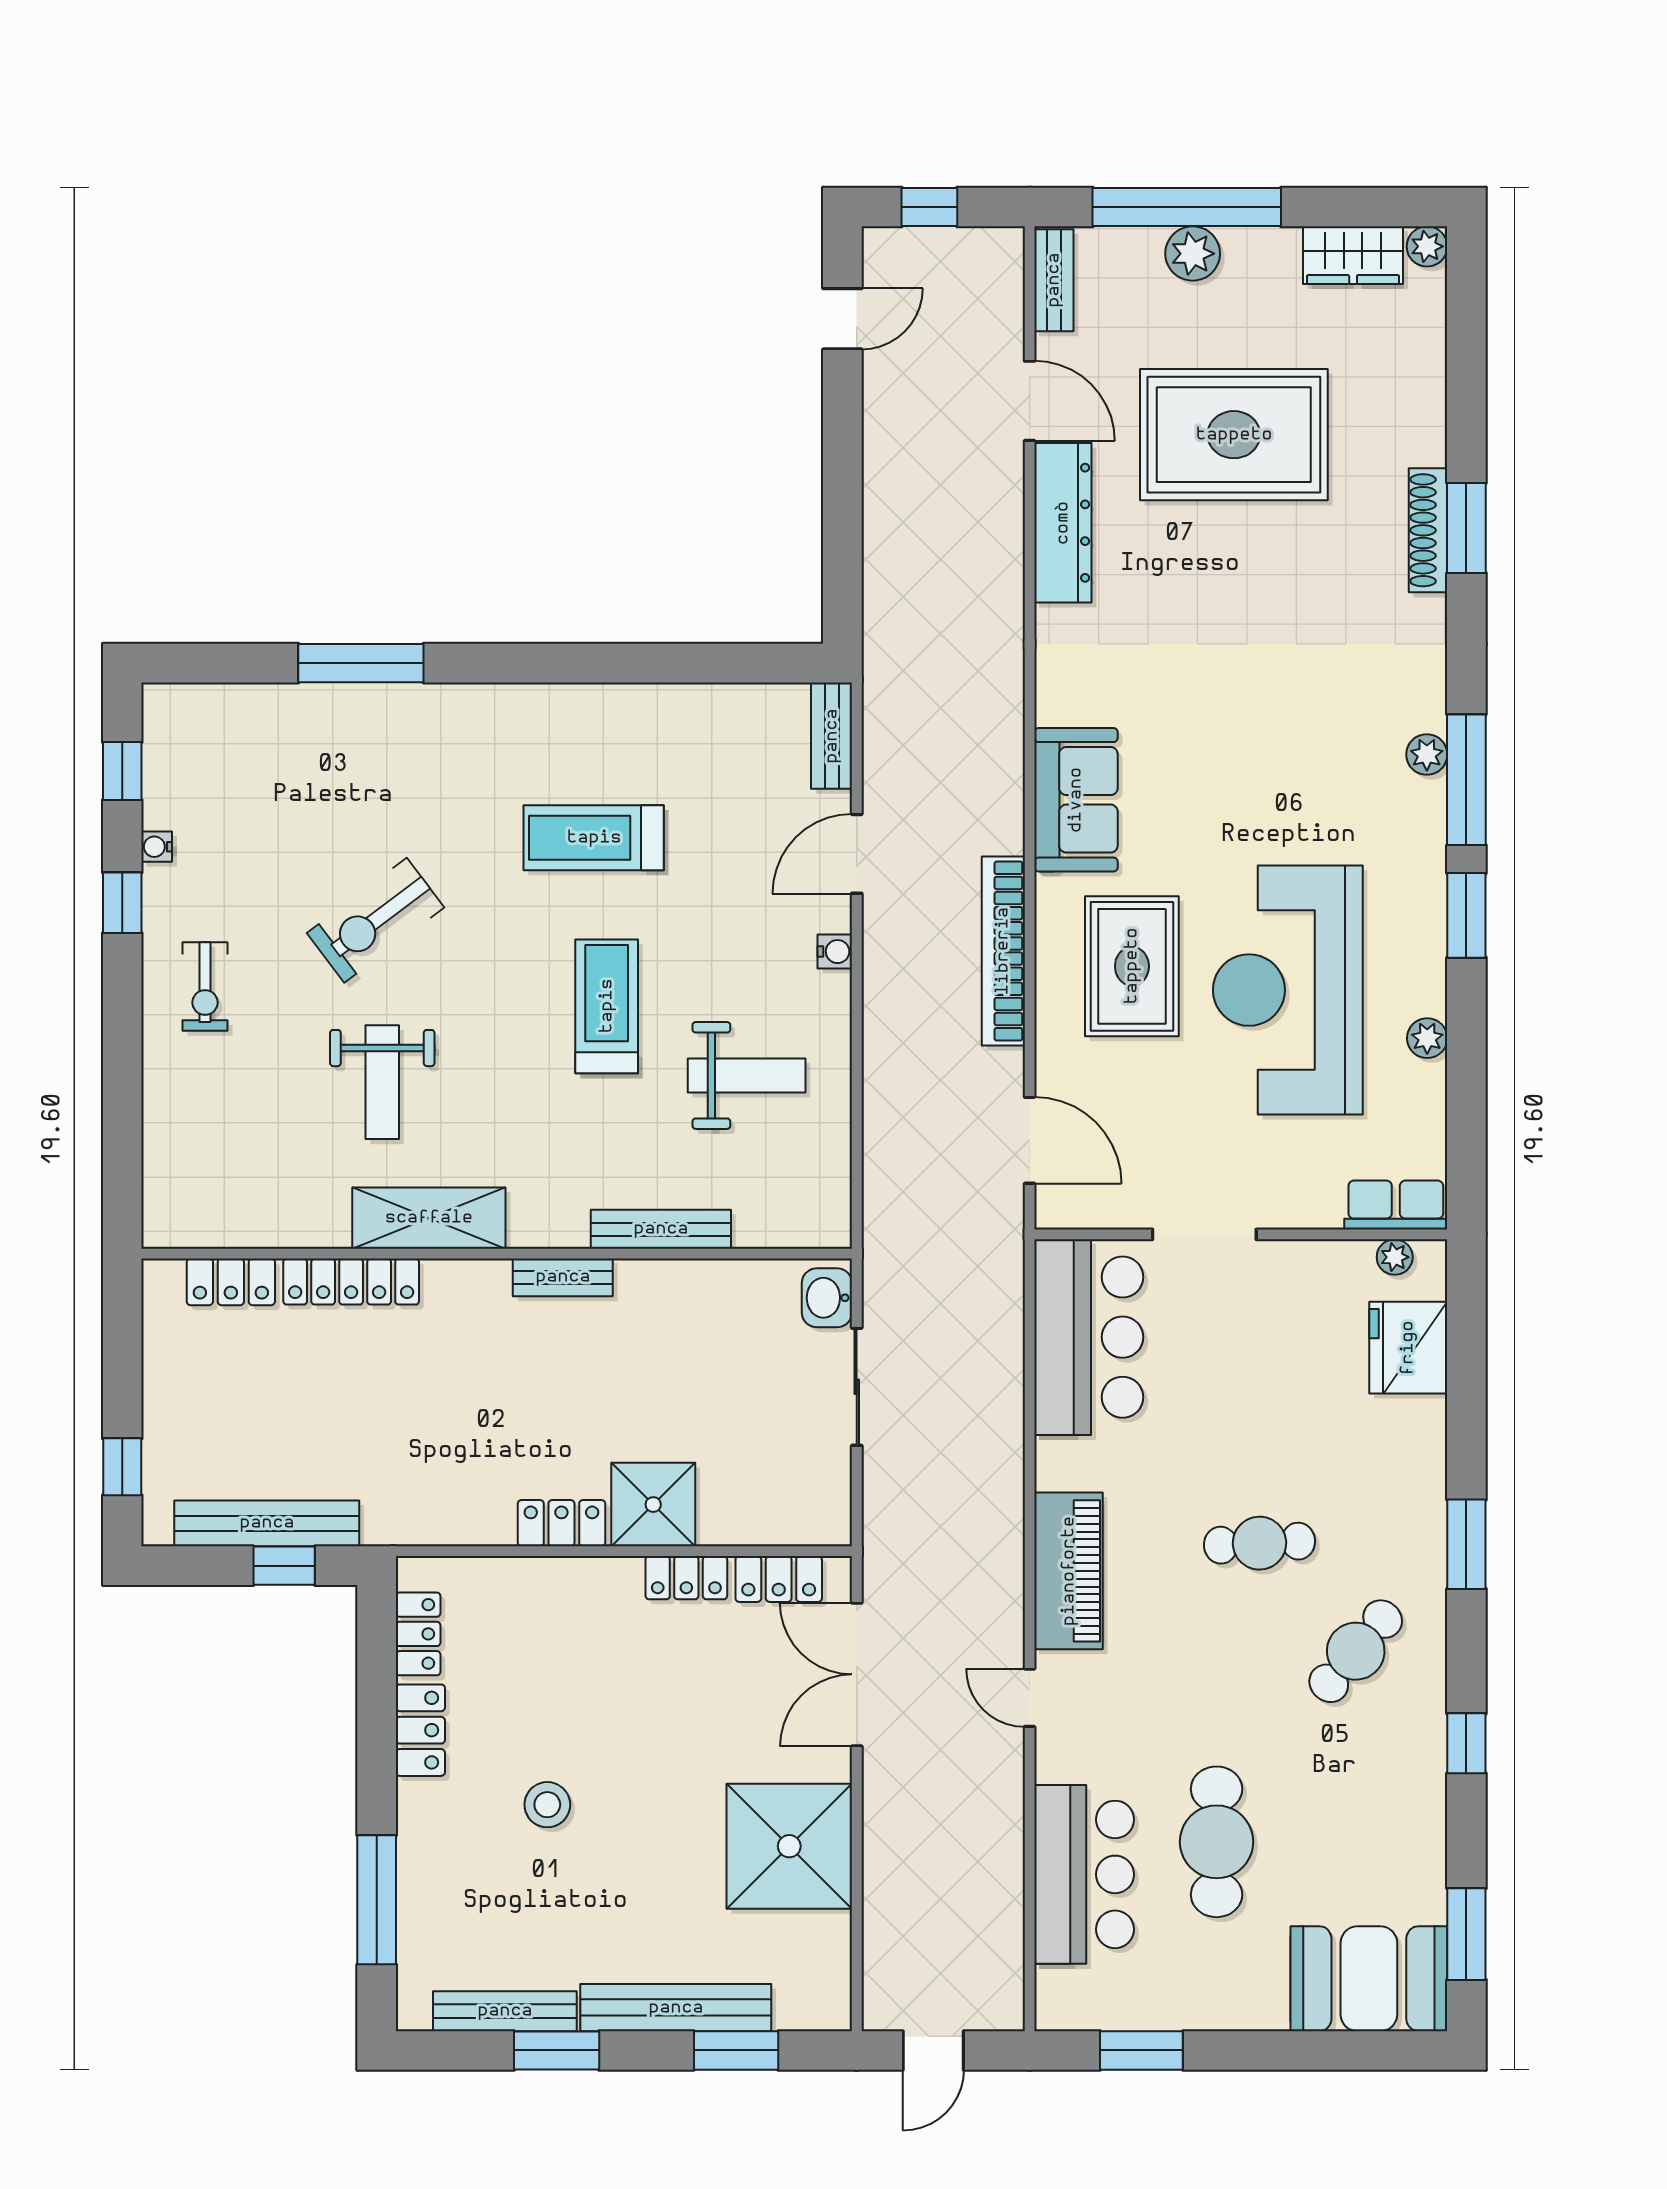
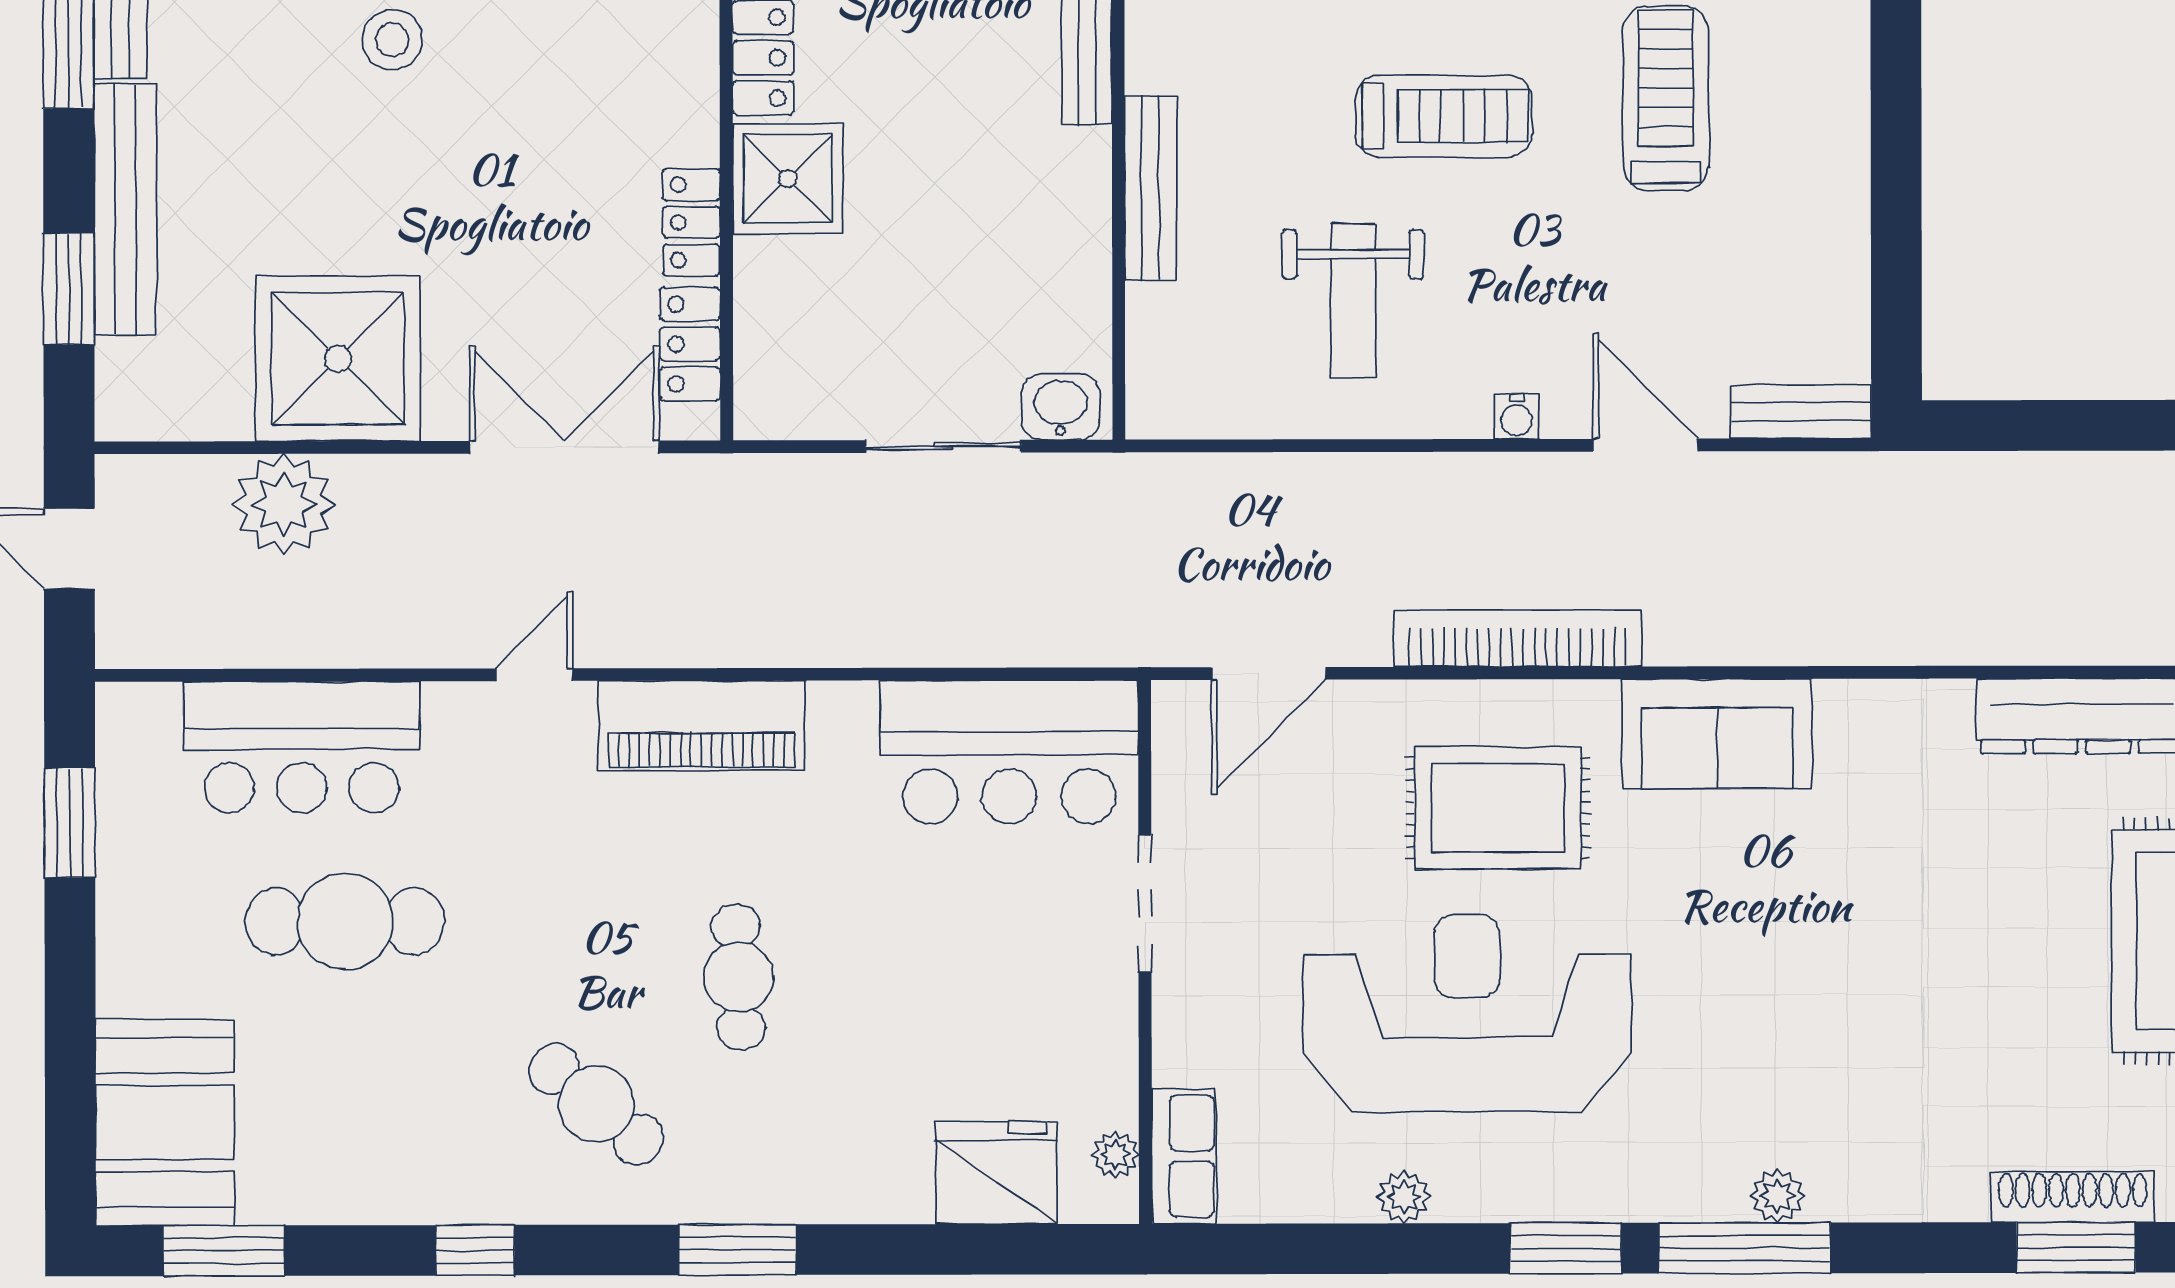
plant: (900, 1888) -> (284, 504), added

